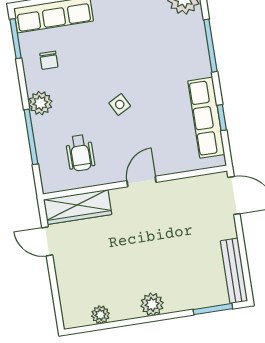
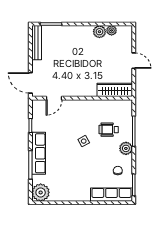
row of seats: (206, 118) -> (39, 153), moved
wheelchair: (80, 153) -> (109, 130), moved, turned -90
door: (141, 182) -> (54, 98), moved
door: (47, 241) -> (134, 61), moved
plant: (152, 304) -> (99, 32), moved

